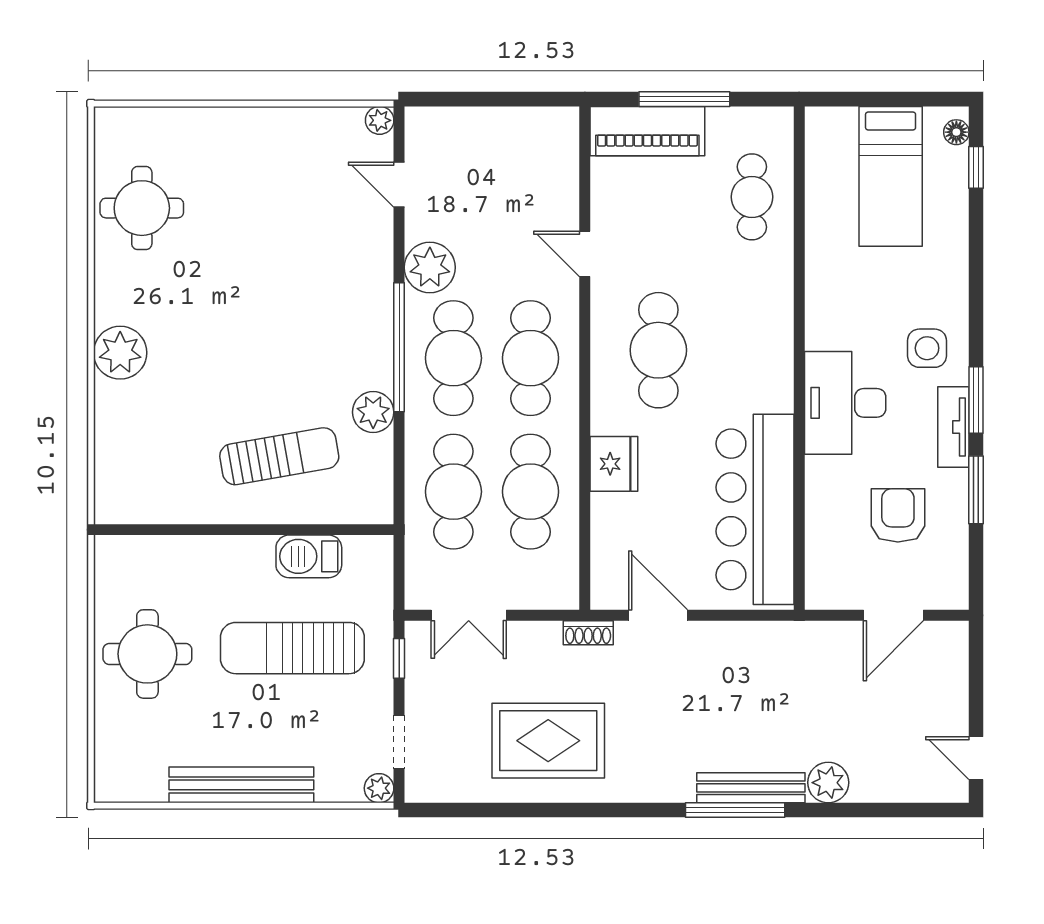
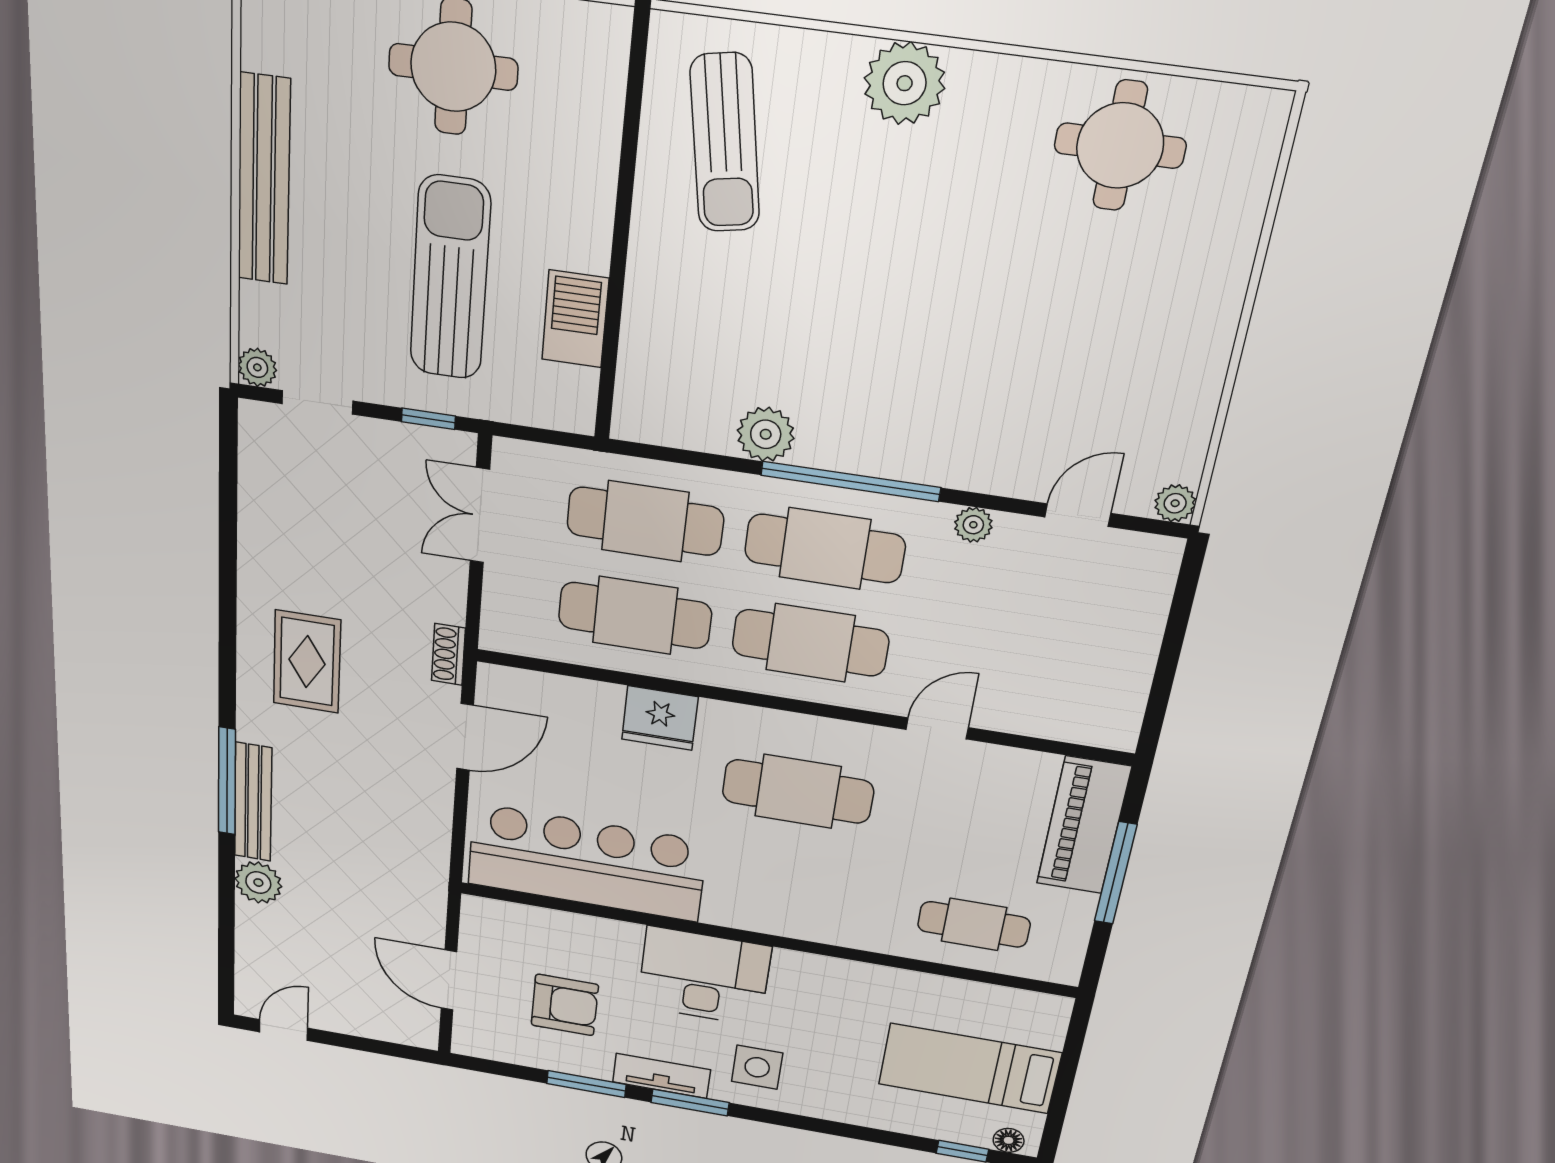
plant: (430, 267) -> (973, 525), width x0.53, depth x0.53
sun lounger: (279, 456) -> (725, 143), moved
rug: (548, 741) -> (307, 662), moved, width x0.73, depth x0.70

